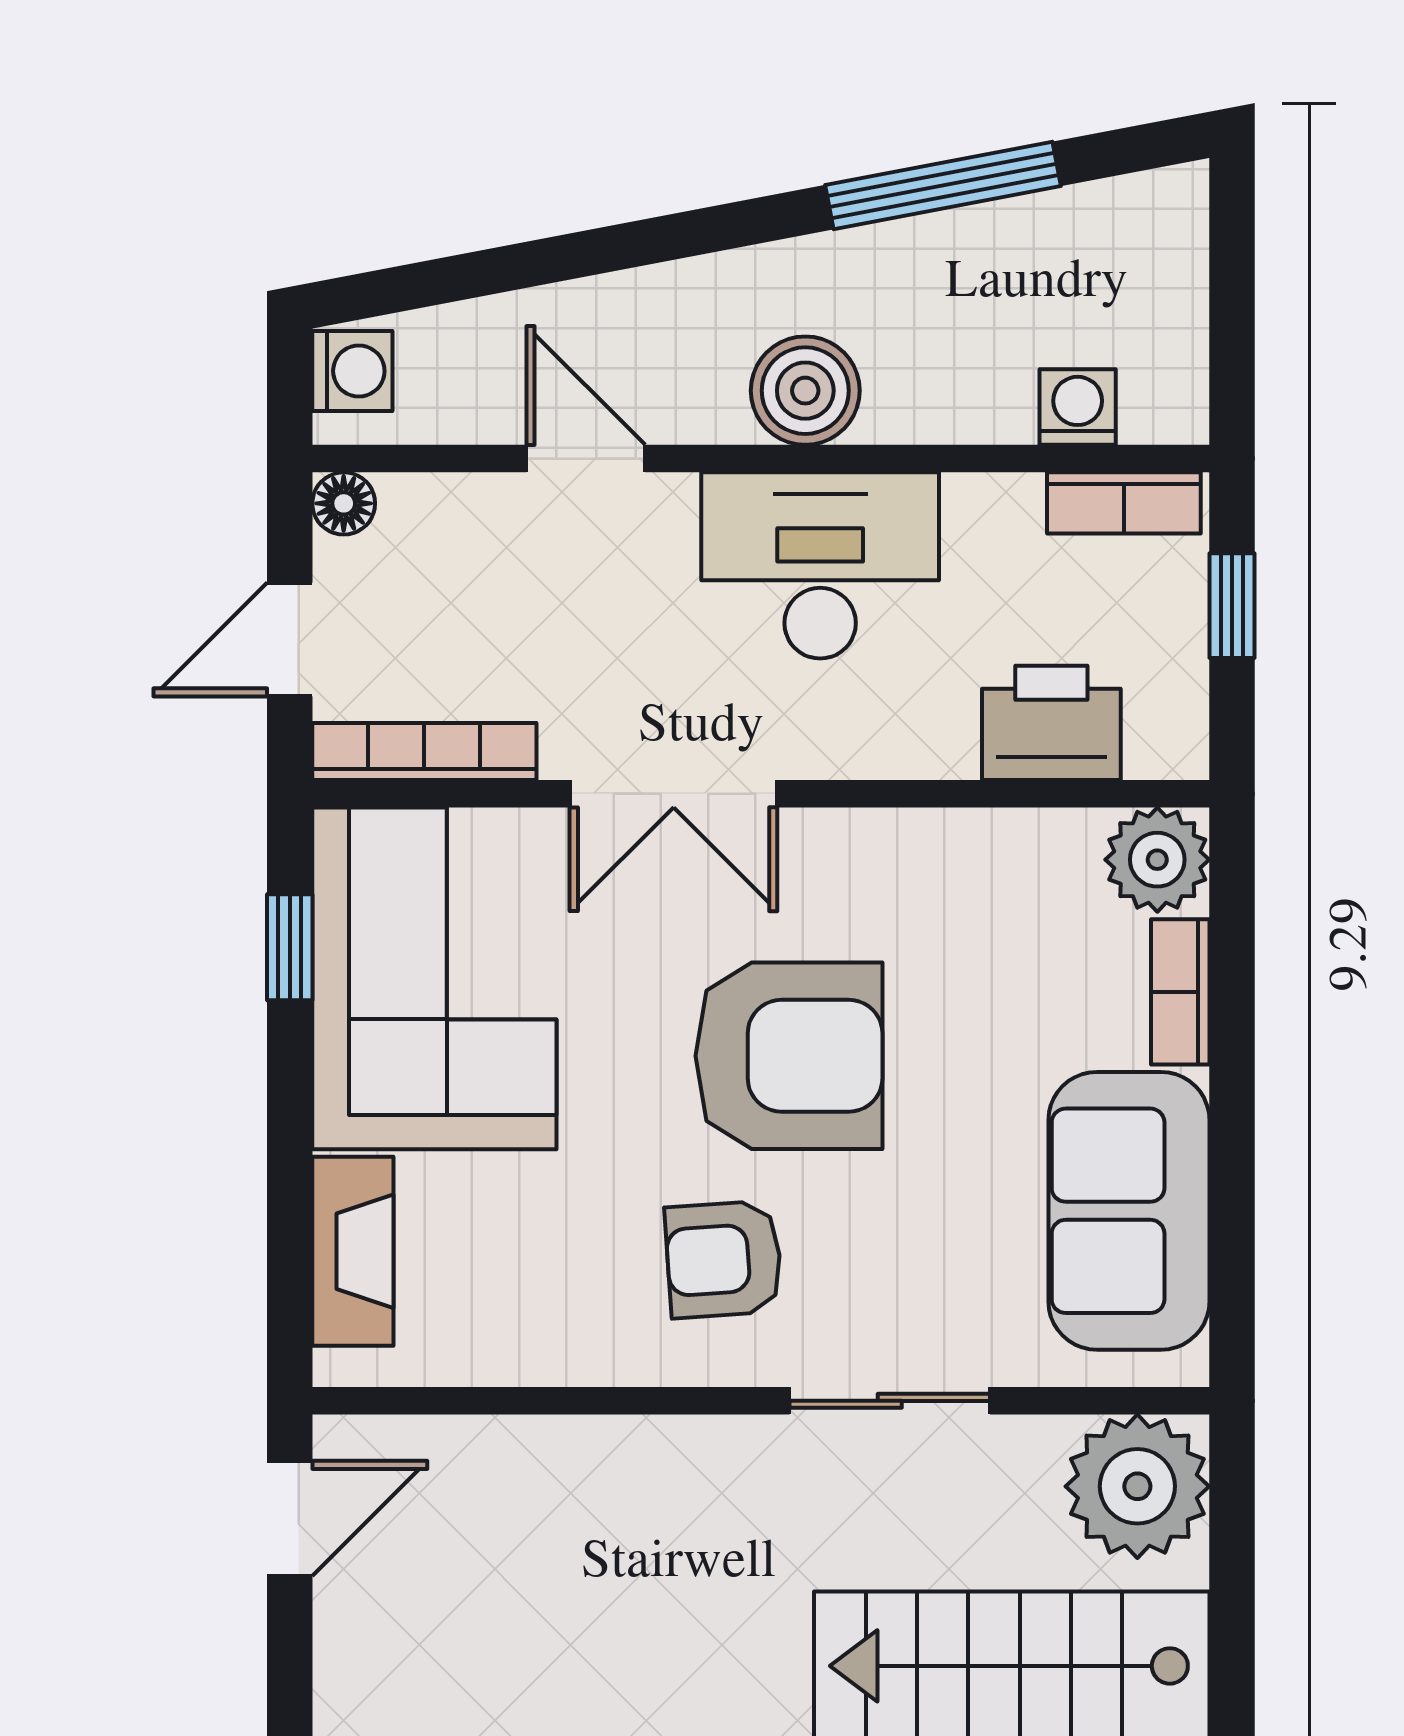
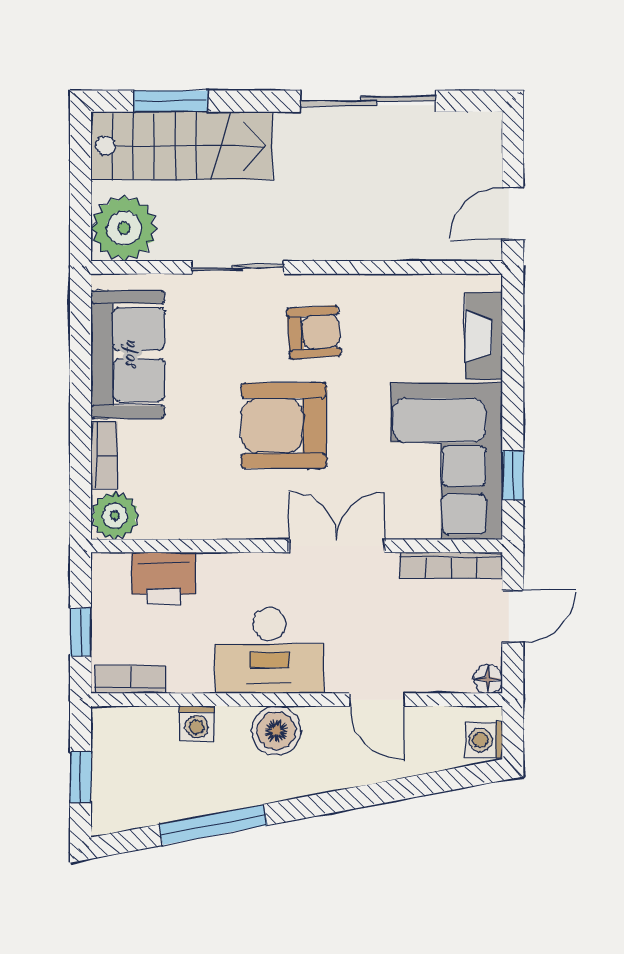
window: (1232, 289) -> (81, 777), added
washing machine: (1078, 407) -> (197, 723), moved

